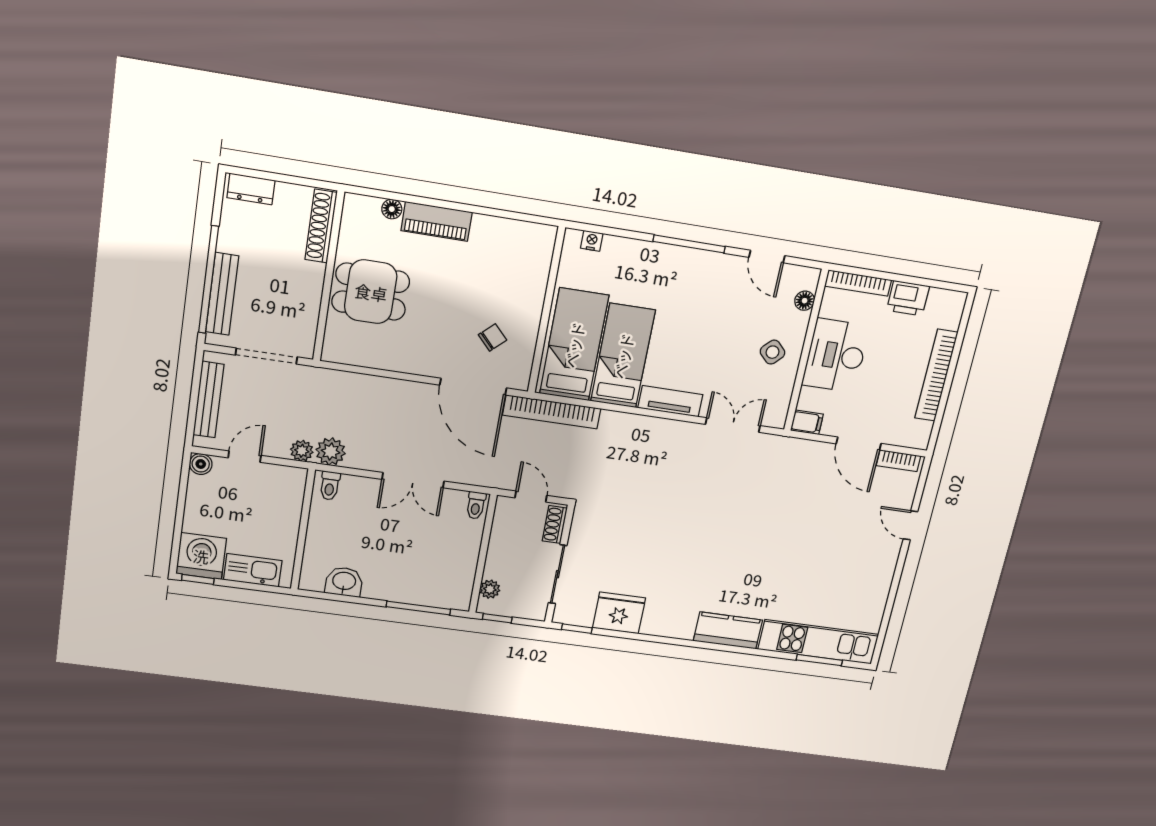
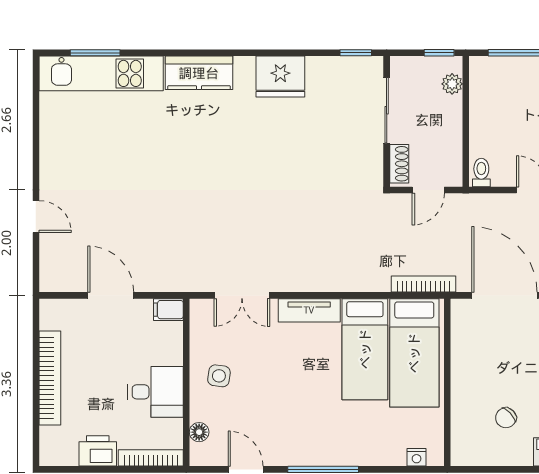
chair: (493, 337) -> (506, 418), moved
side table: (772, 352) -> (219, 376), turned -37
desk: (836, 355) -> (155, 392), width x0.73
bookcase: (552, 412) -> (424, 284), width x0.68, depth x0.76
bookcase: (899, 461) -> (66, 284), removed
door: (531, 497) -> (428, 190), hinge flipped
fridge: (619, 613) -> (280, 77), moved

